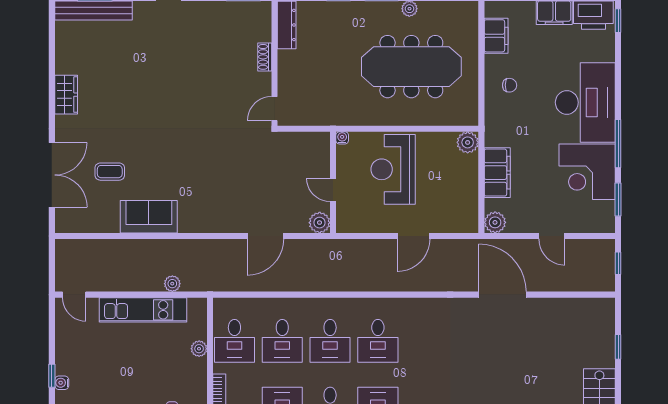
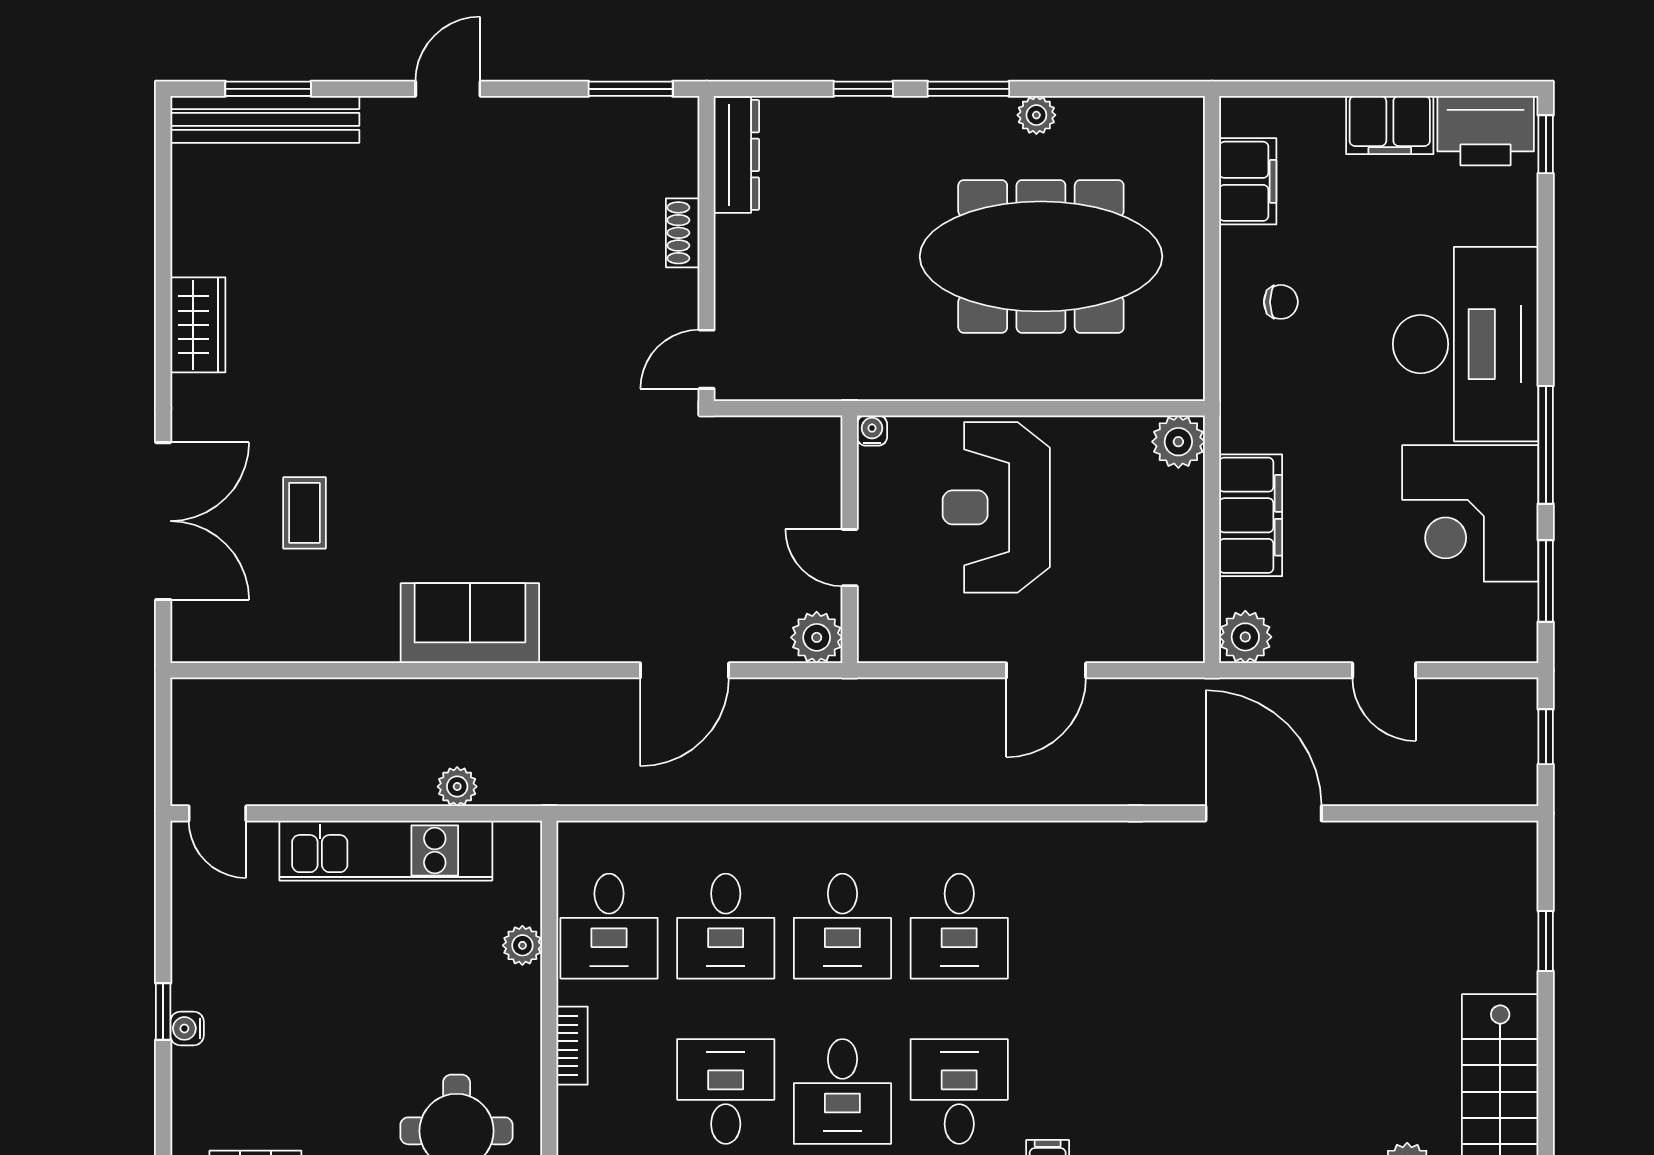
coffee table: (110, 172) -> (304, 513), turned 90
sofa: (149, 217) -> (470, 623), moved

